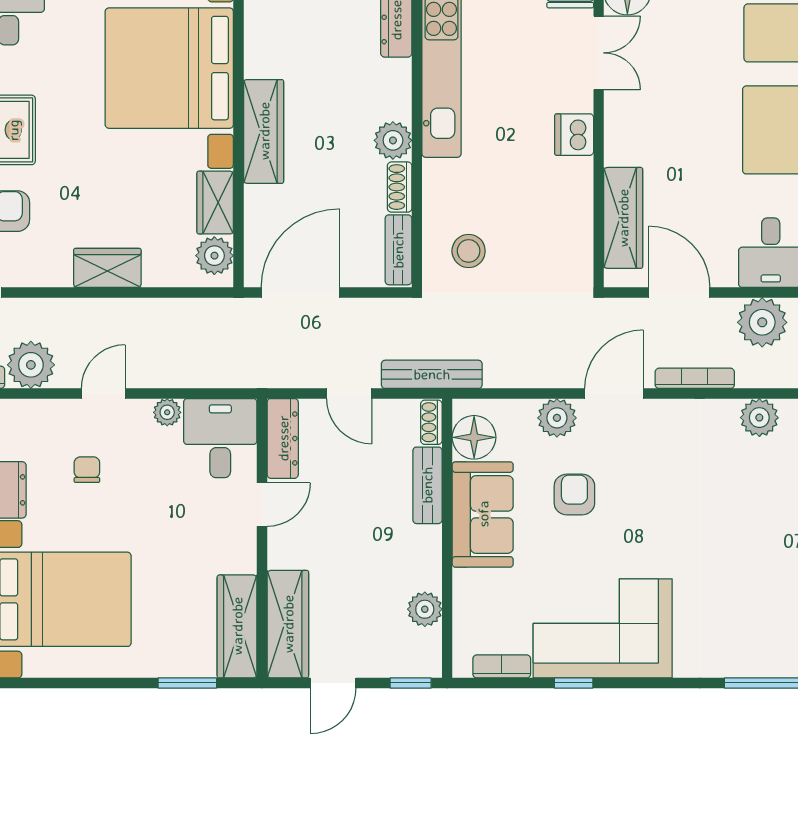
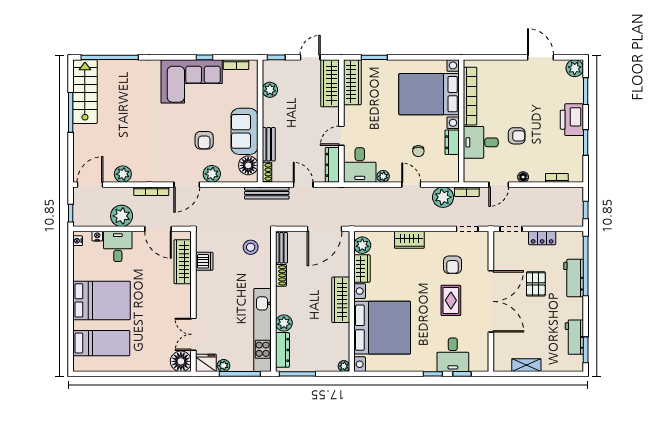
dishwasher: (574, 135) -> (204, 261), moved
plant: (393, 140) -> (284, 323), moved
door: (103, 393) -> (411, 185), swing flipped

